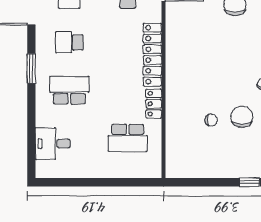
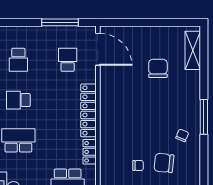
chair: (242, 117) -> (164, 163), turned -84

